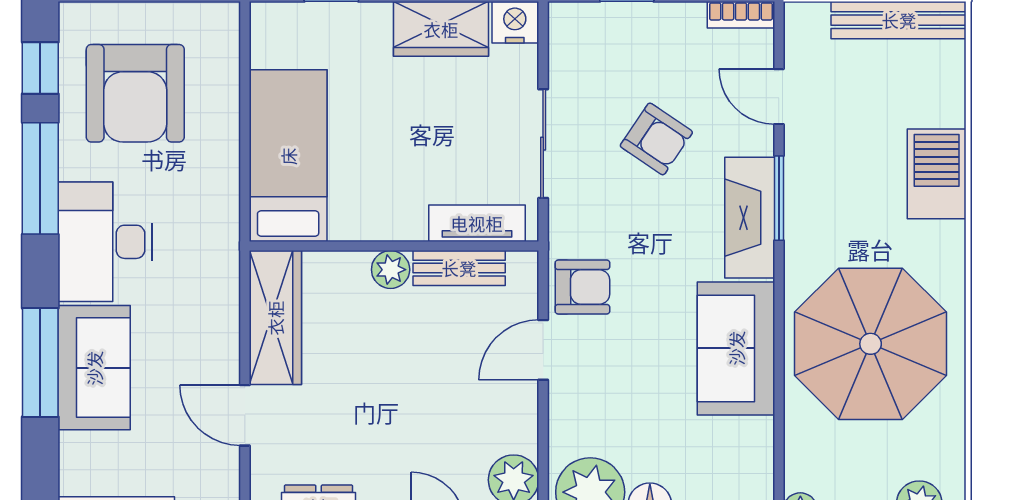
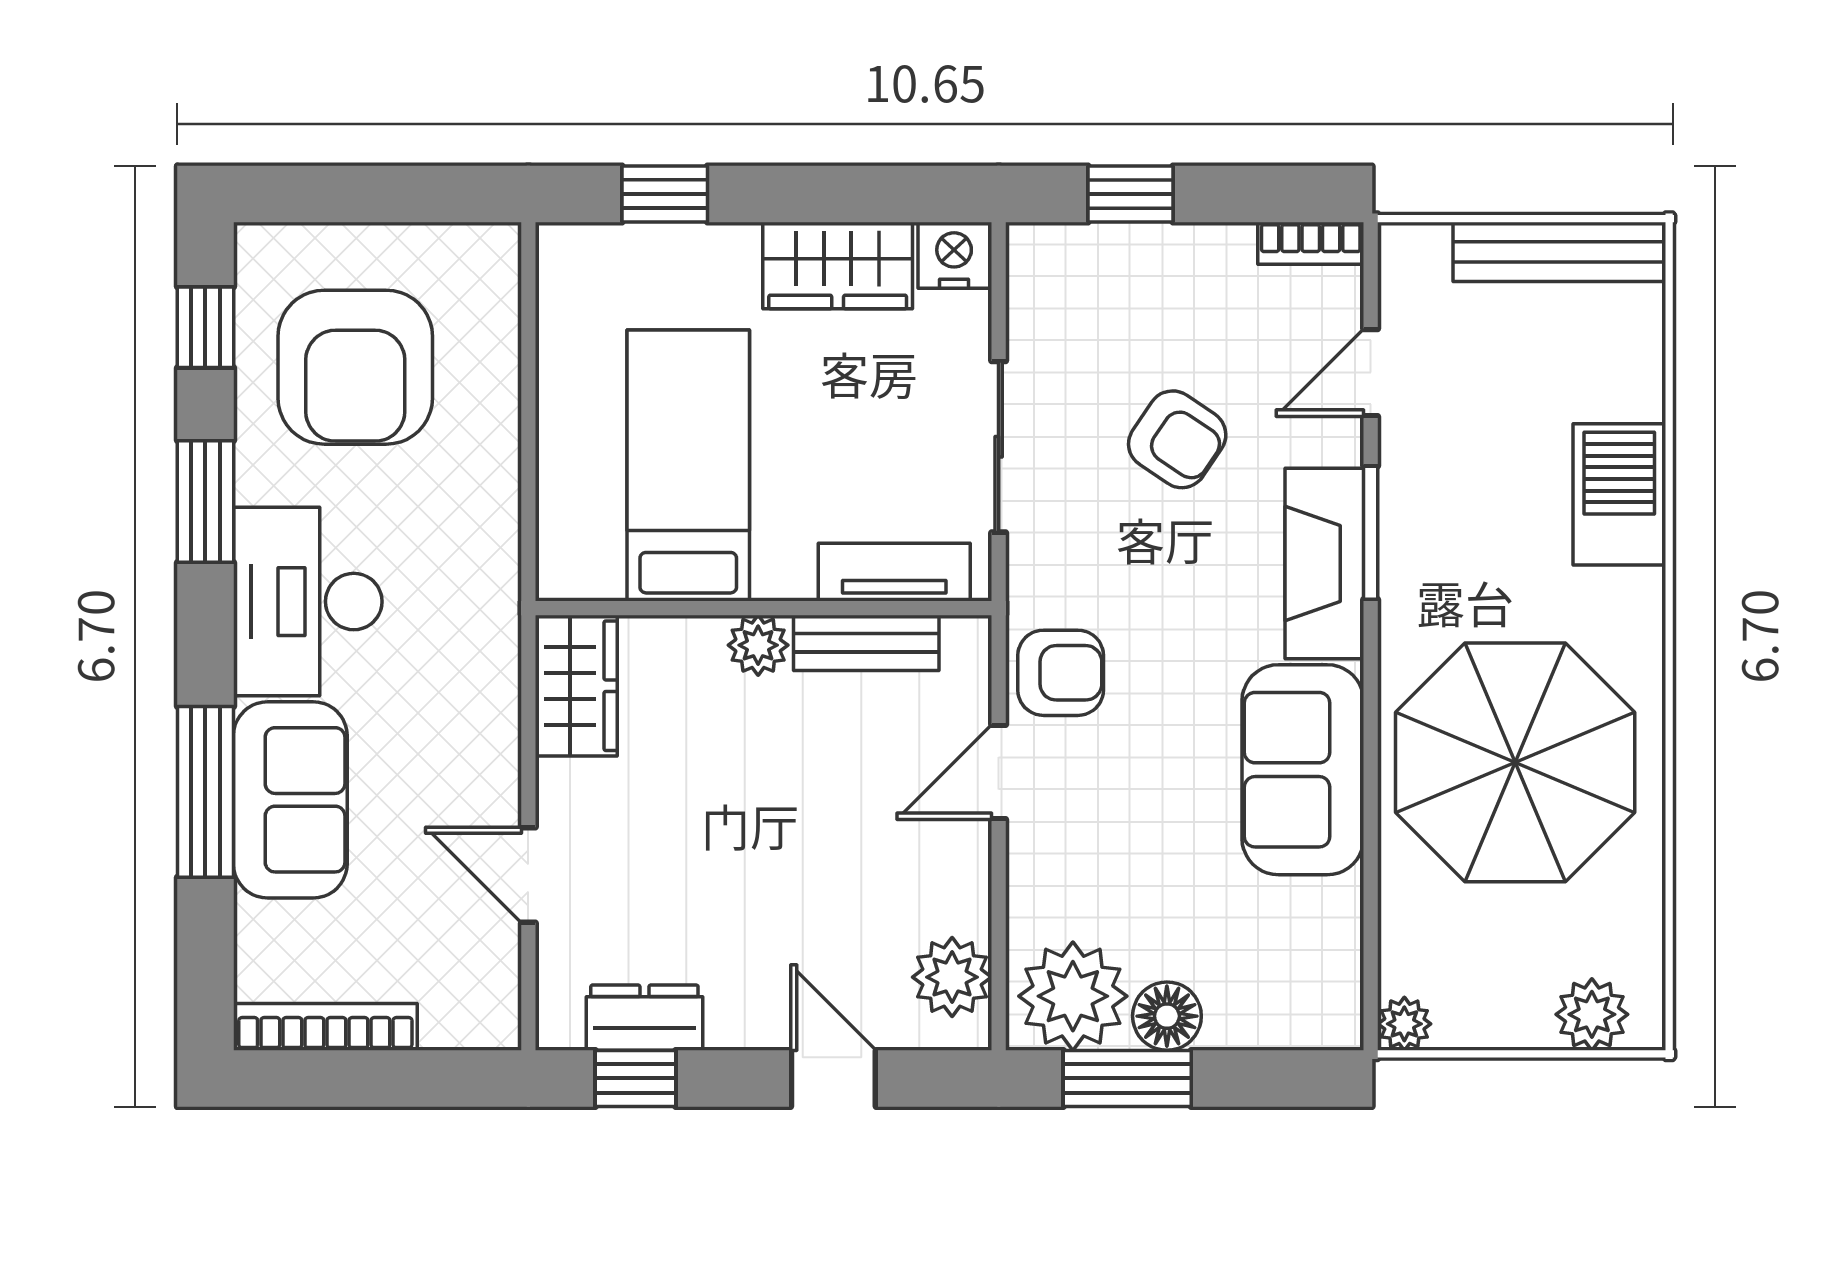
door: (779, 97) -> (1371, 373), hinge flipped
bed: (288, 156) -> (688, 465), moved
window: (40, 178) -> (205, 502), width x0.69
wardrobe: (275, 318) -> (576, 686), width x0.67

